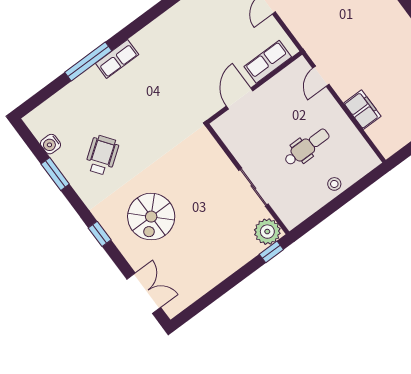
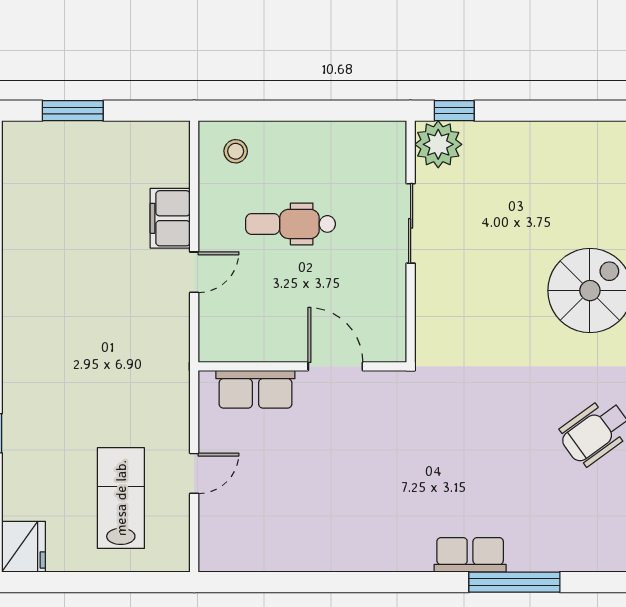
door: (321, 76) -> (194, 272), moved
door: (240, 98) -> (335, 366), swing flipped
stool: (334, 184) -> (236, 151), moved

